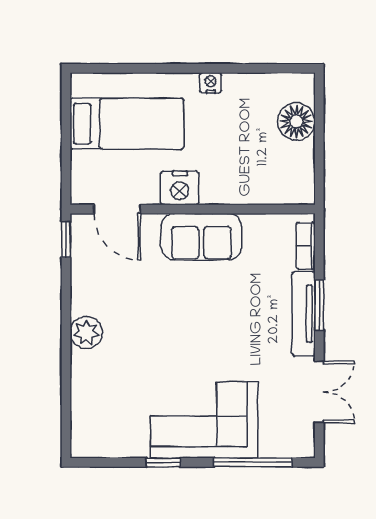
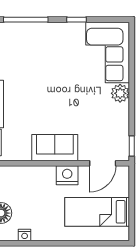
nightstand: (211, 83) -> (25, 235), moved
door: (117, 209) -> (103, 163), swing flipped
corner sofa: (204, 420) -> (108, 52), moved, turned 90

